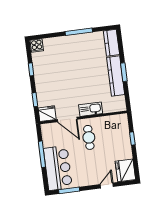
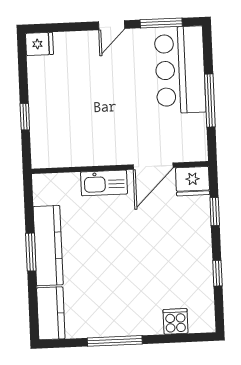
cooker: (37, 46) -> (176, 321), moved
door: (67, 119) -> (153, 166), swing flipped
cafe table: (89, 137) -> (112, 126), removed
fridge: (125, 170) -> (39, 44), width x0.53, depth x0.75
door: (107, 186) -> (112, 25), moved

